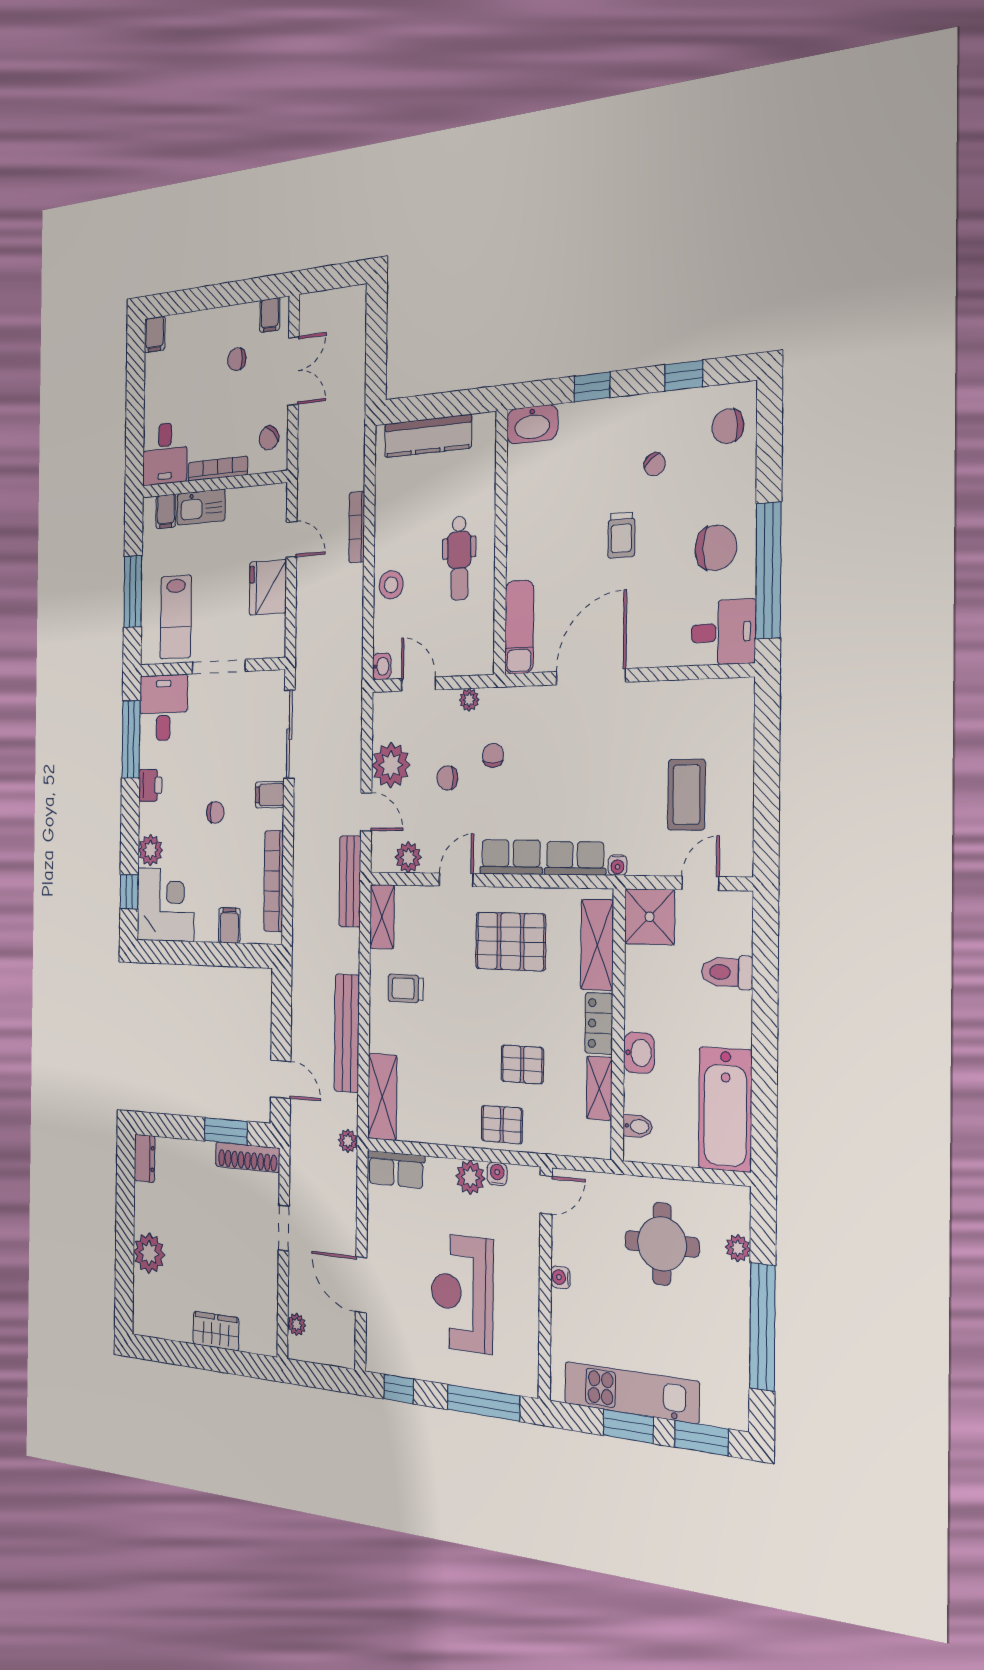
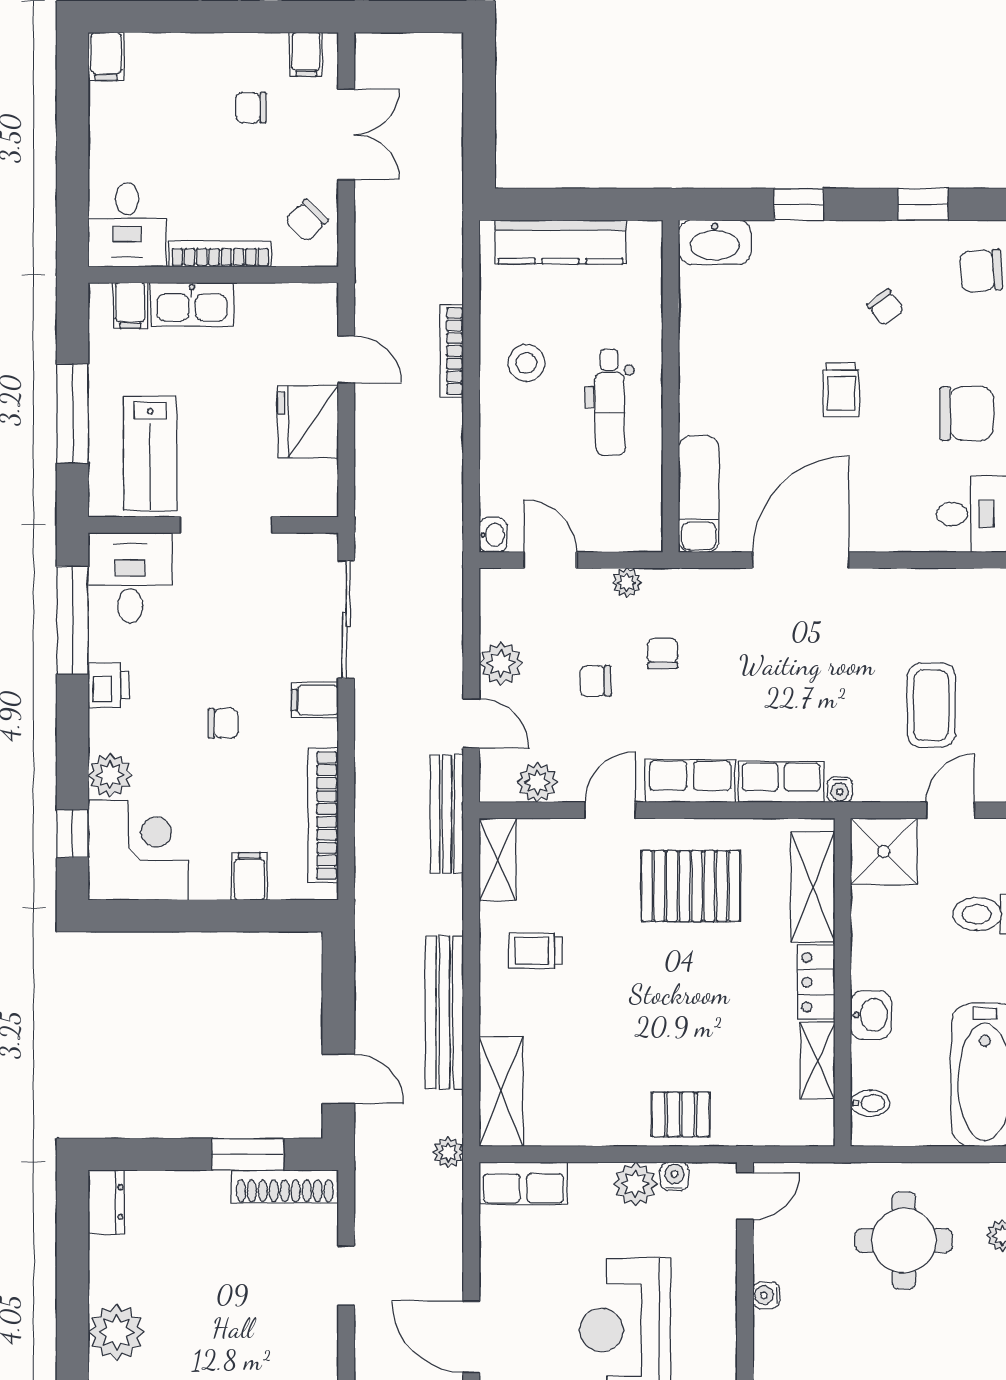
stool: (391, 585) -> (526, 363), moved
plant: (391, 765) -> (501, 663), width x0.73, depth x0.73
pallet: (522, 1064) -> (709, 1038), removed

